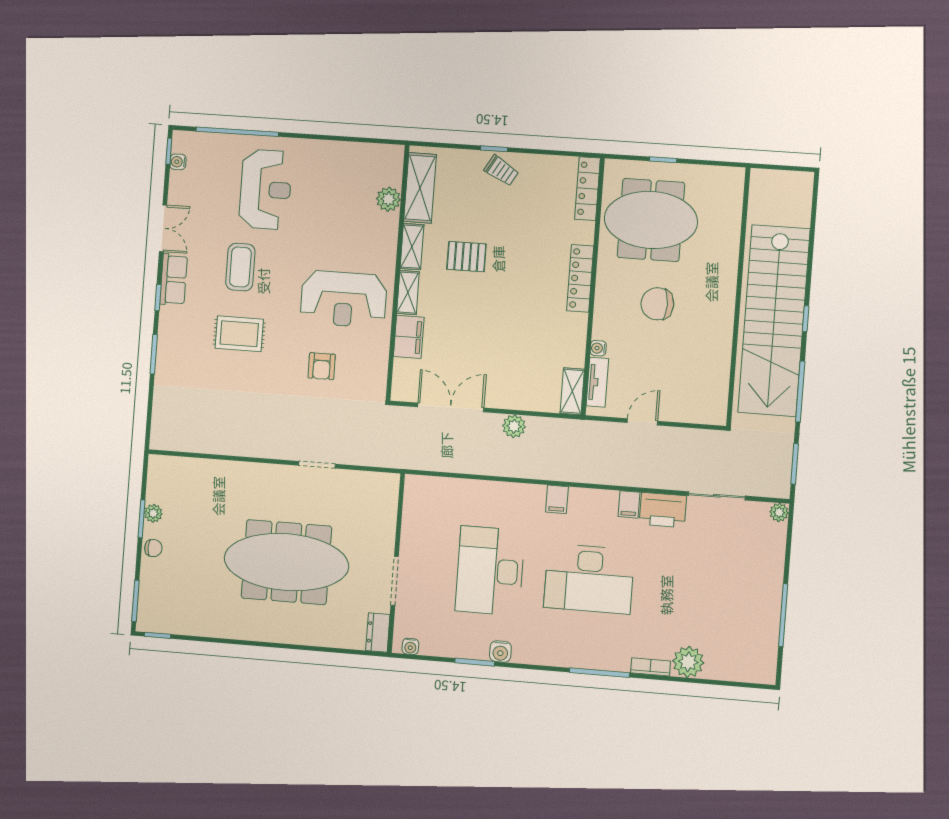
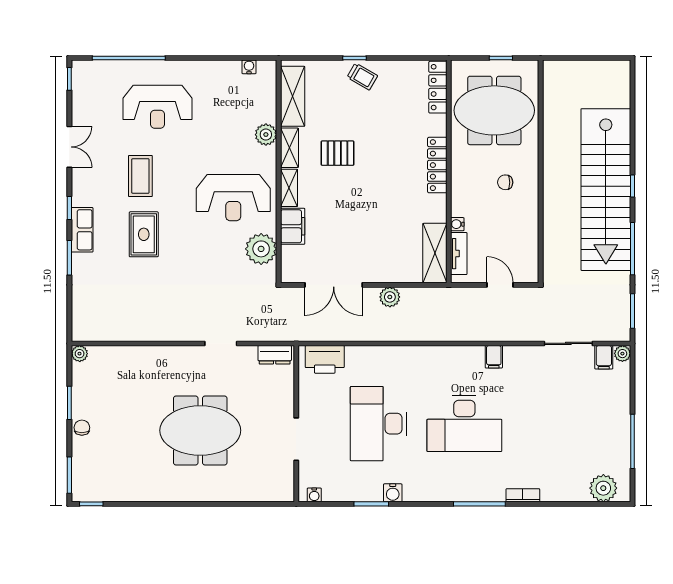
water cooler: (178, 162) -> (249, 67), moved, turned 90
reception desk: (266, 189) -> (157, 107), turned 90
plant: (388, 199) -> (266, 135), moved
row of seats: (174, 280) -> (82, 230), moved
wall: (738, 297) -> (541, 171), moved
chair: (657, 304) -> (505, 182), width x0.54, depth x0.54
rug: (239, 334) -> (144, 234), turned 90
plant: (371, 360) -> (261, 249), added
armchair: (322, 366) -> (218, 257), removed
shelving: (572, 391) -> (435, 253), width x1.50, depth x1.33
double door: (451, 407) -> (334, 285), swing flipped
door: (642, 422) -> (500, 285), hinge flipped
filing cabinet: (557, 499) -> (604, 357), moved
printer: (663, 510) -> (325, 359), moved
plant: (153, 513) -> (80, 354), moved
chair: (153, 548) -> (82, 428), turned -90
meeting table: (286, 562) -> (200, 430), width x0.73
dresser: (378, 633) -> (275, 355), moved, turned -90
plant: (688, 662) -> (603, 488), moved

